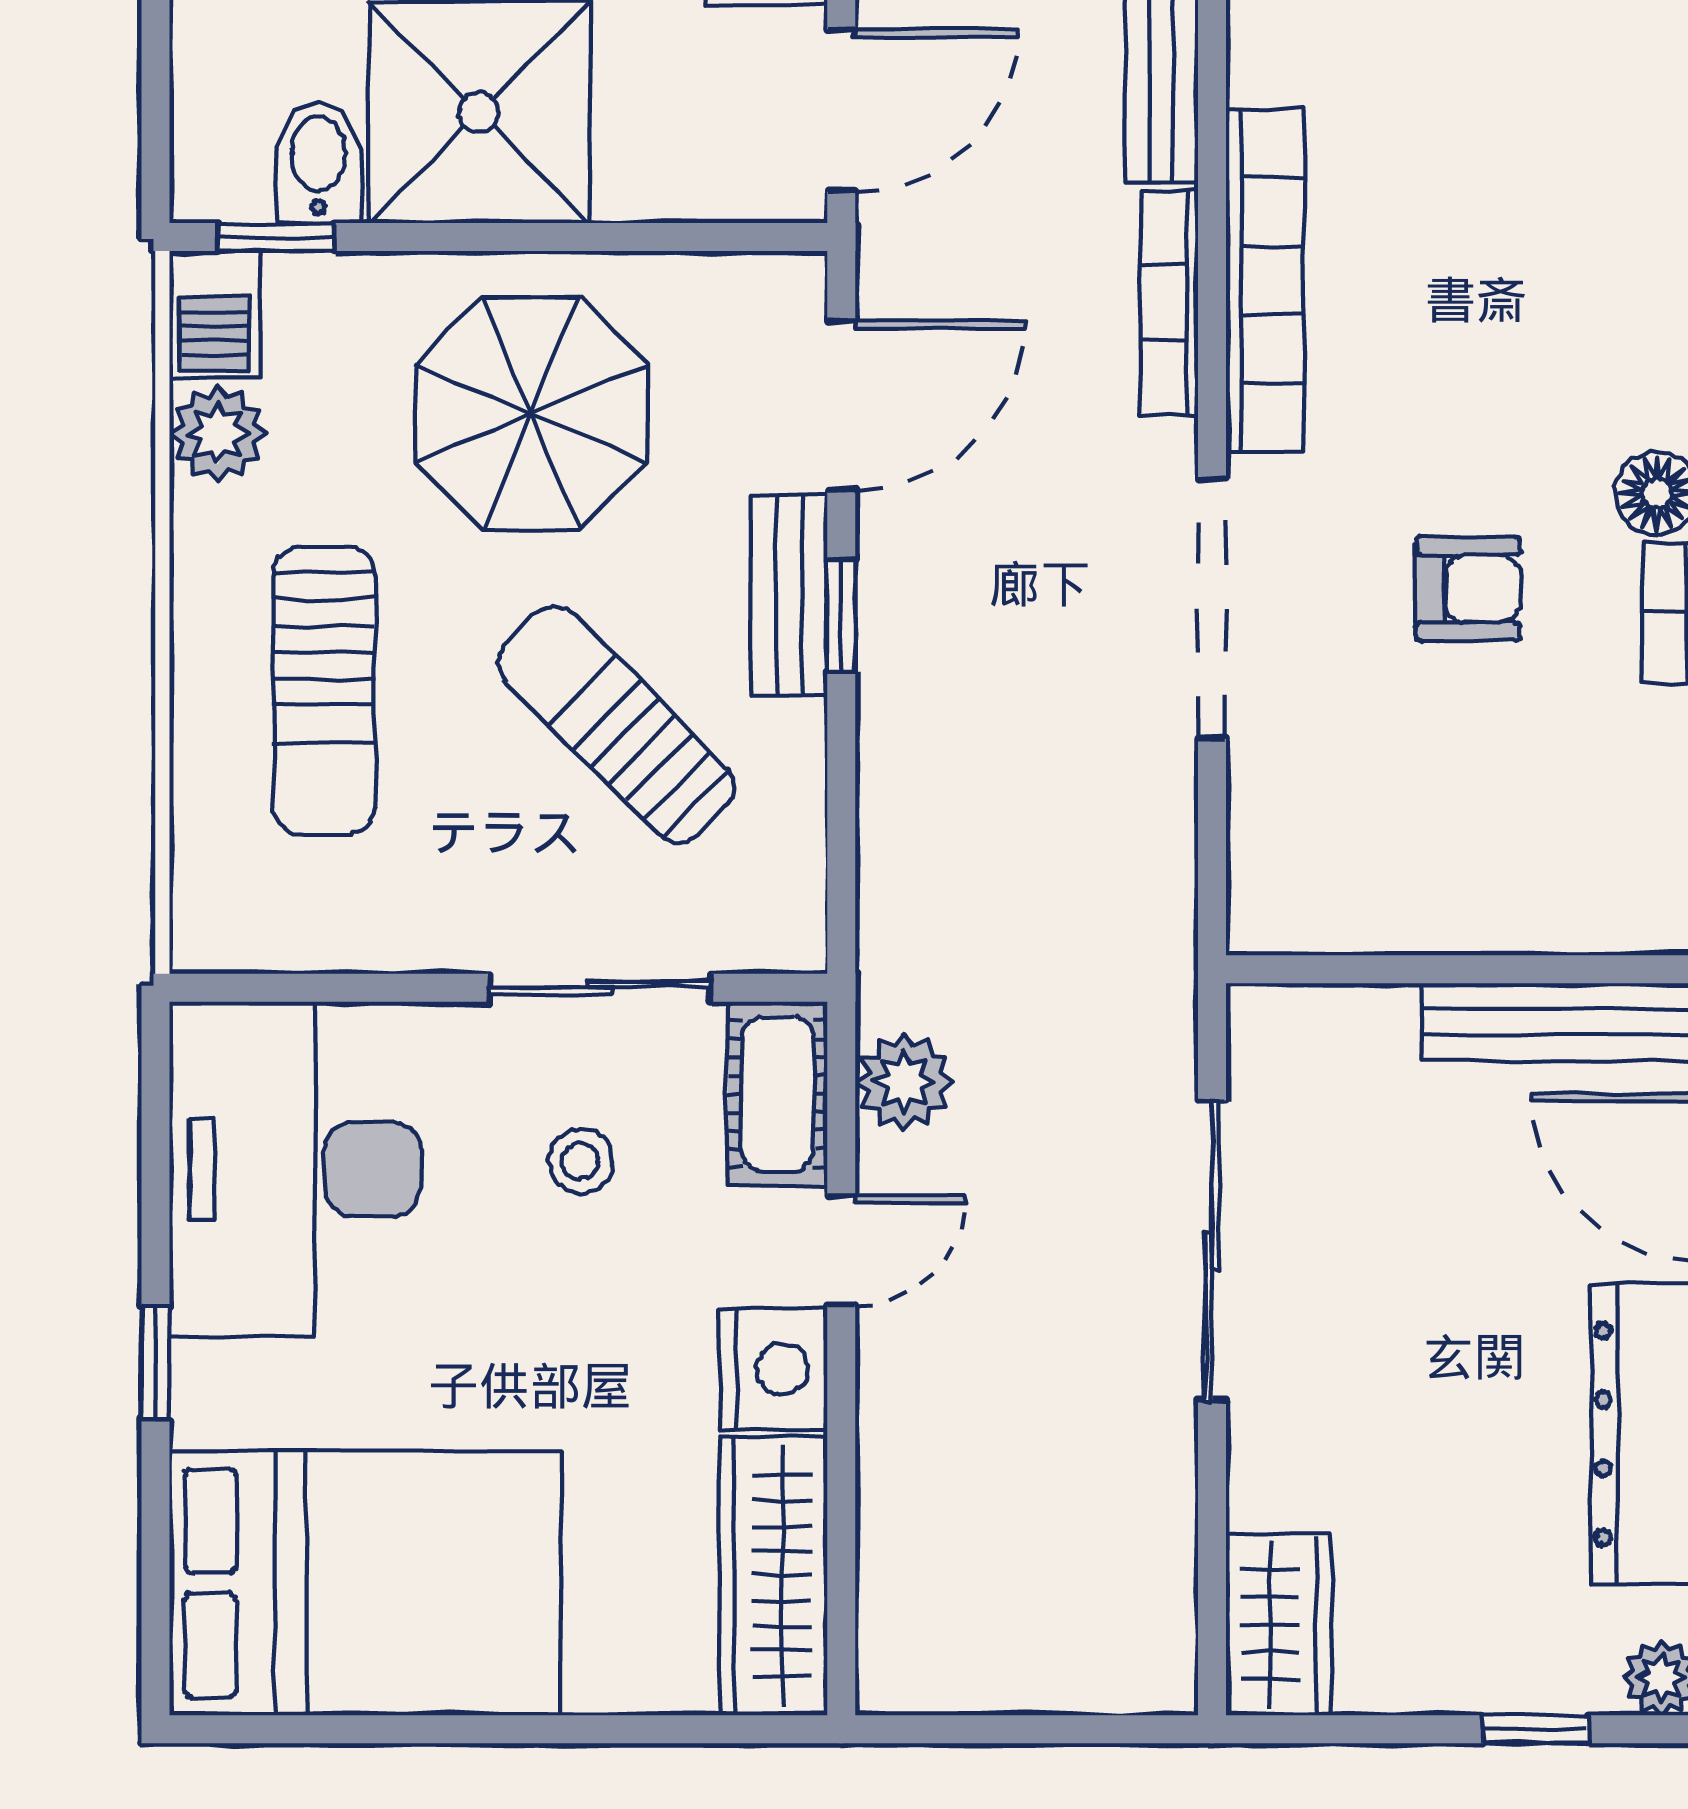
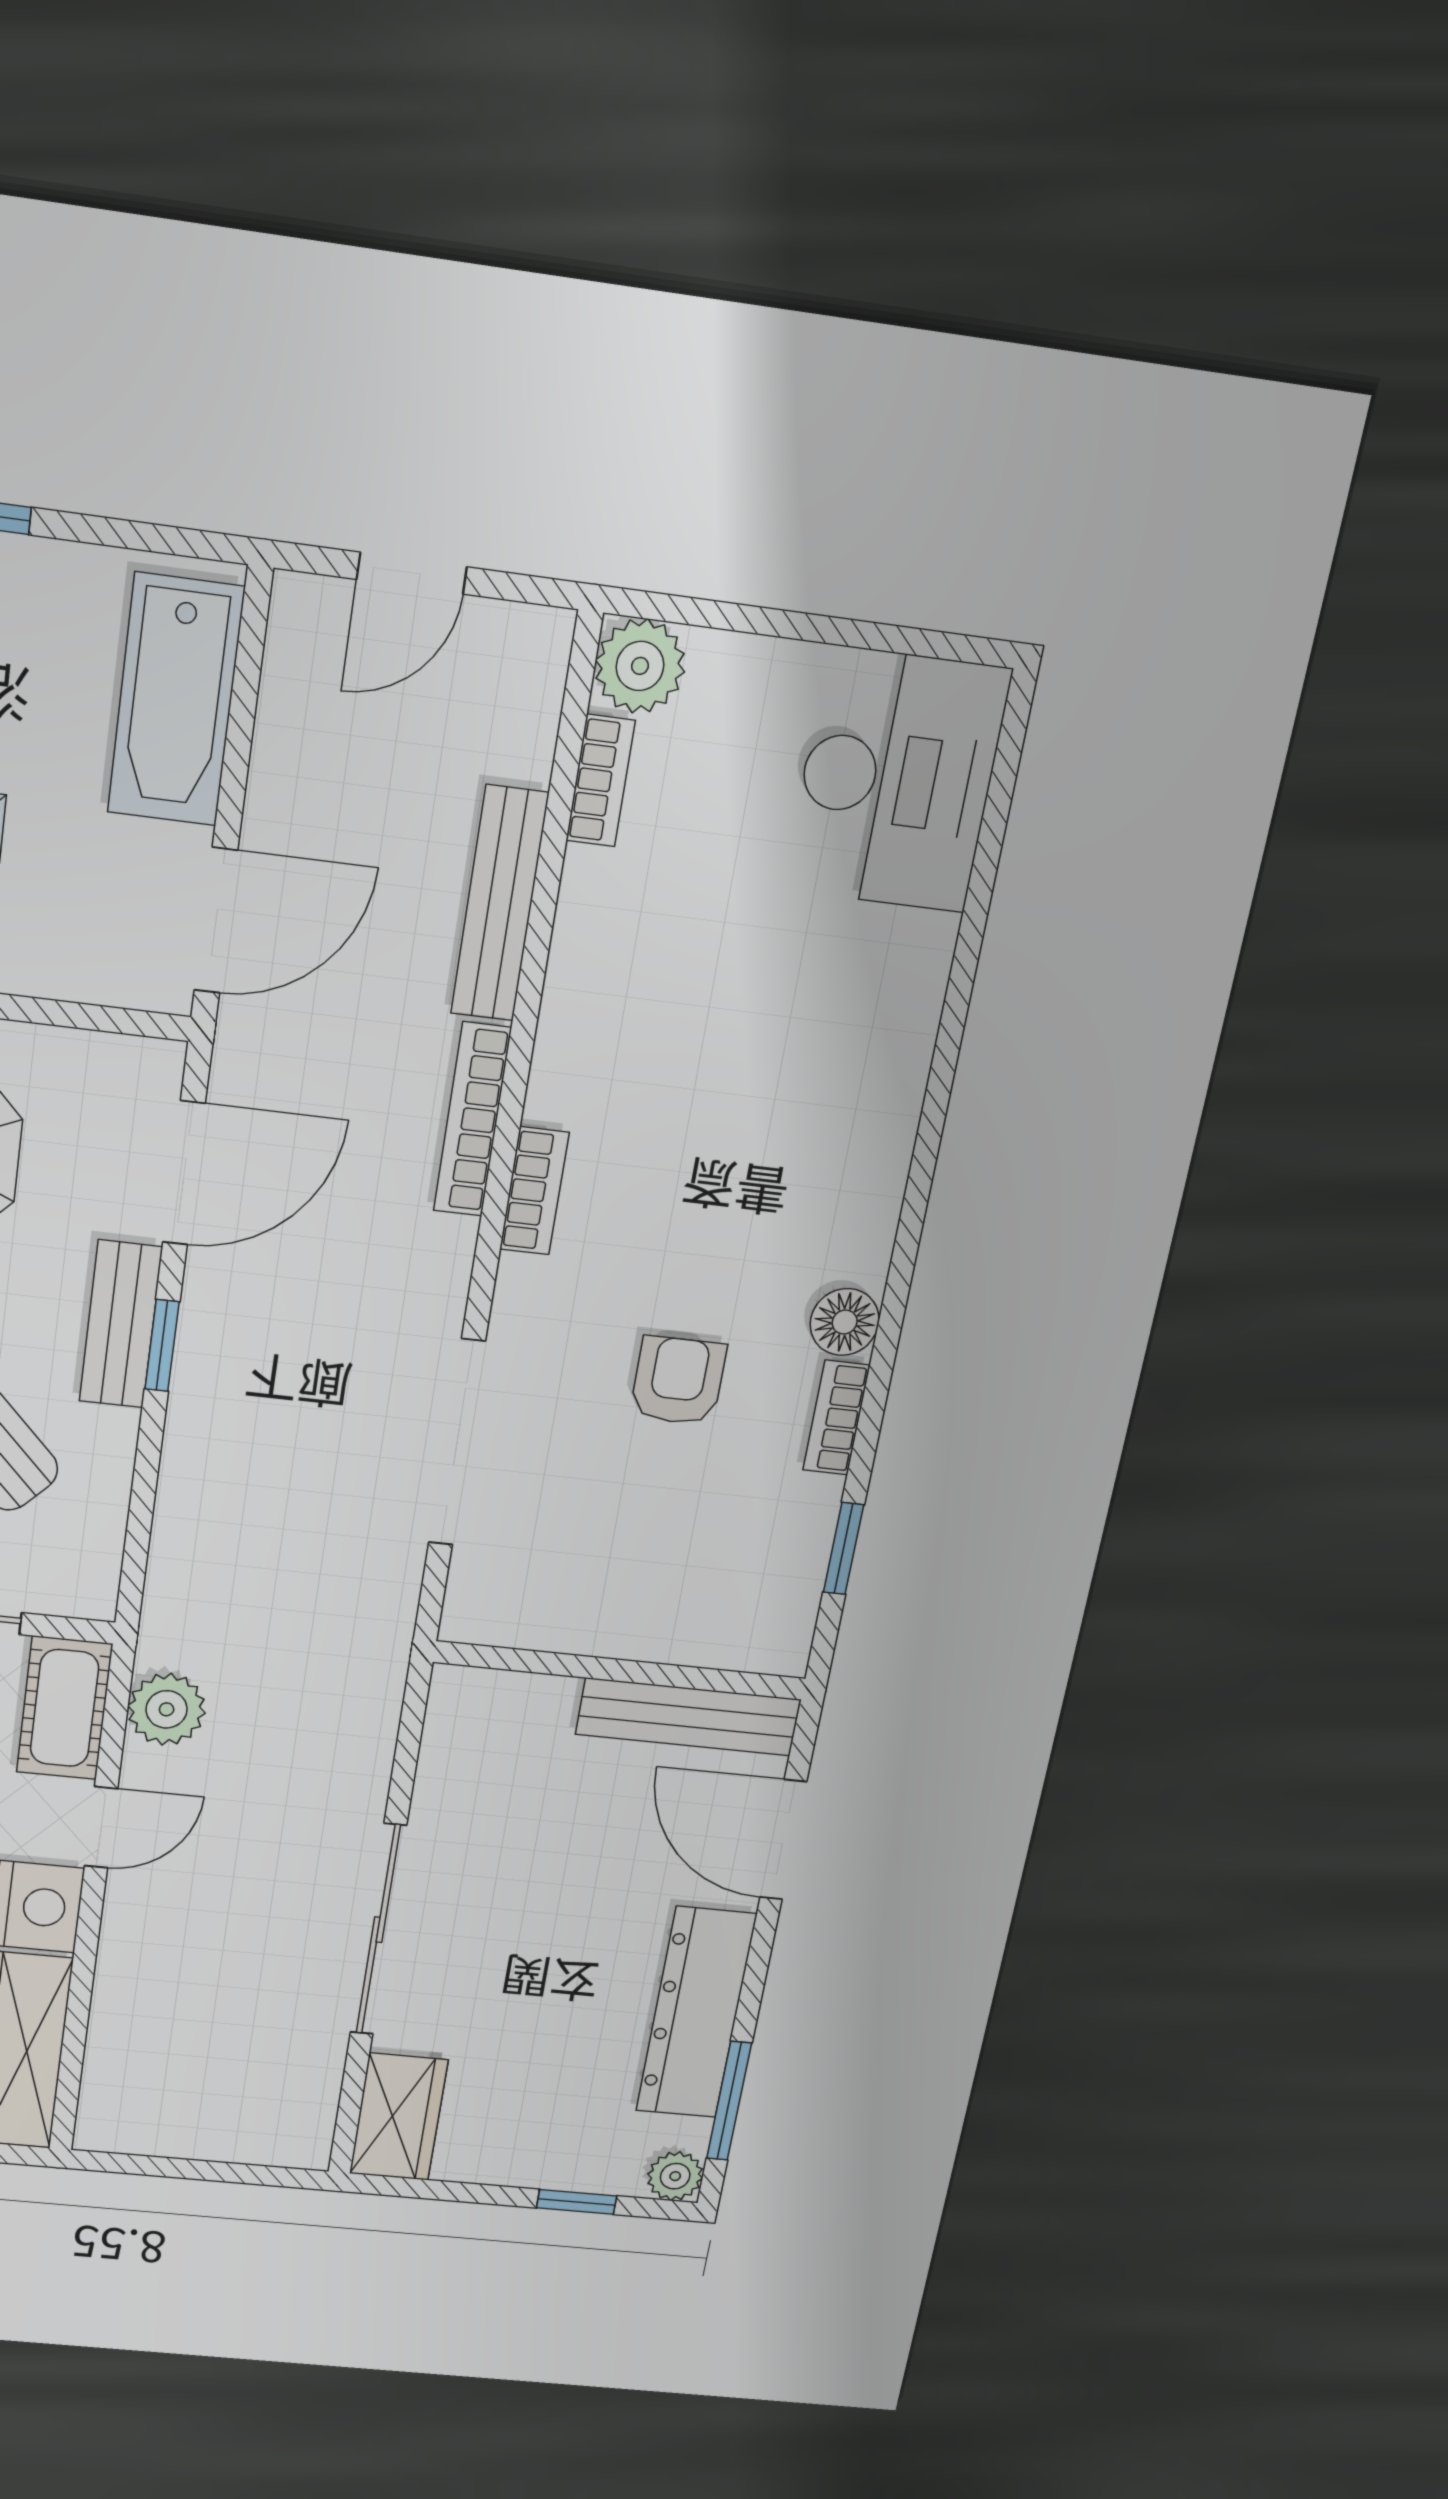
bookcase: (1265, 280) -> (534, 1191), width x0.43, depth x0.76
armchair: (1468, 589) -> (678, 1381), turned -90
doorway: (1212, 608) -> (457, 1443), moved
sliding door: (1212, 1250) -> (378, 1930), moved

